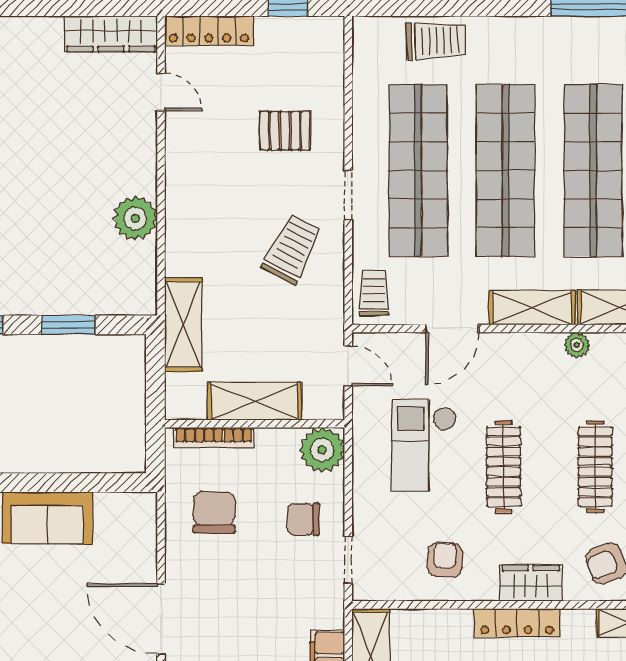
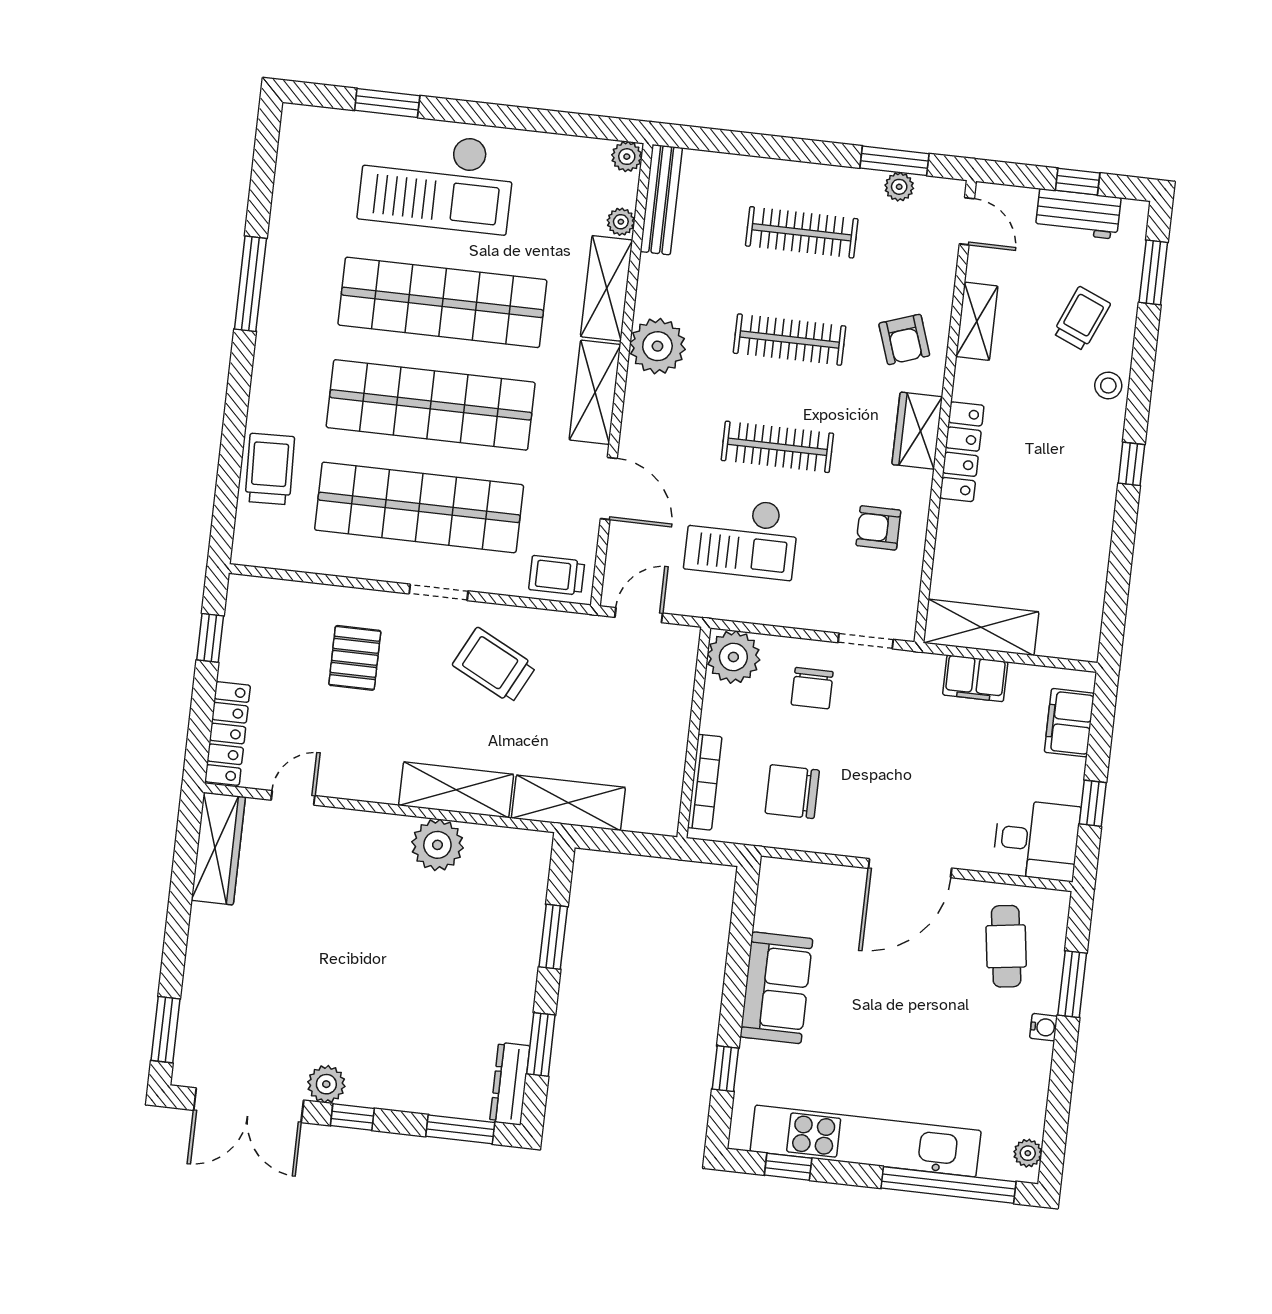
plant: (577, 345) -> (657, 346), width x1.87, depth x1.87
shelving: (254, 401) -> (456, 790), moved, turned 90

